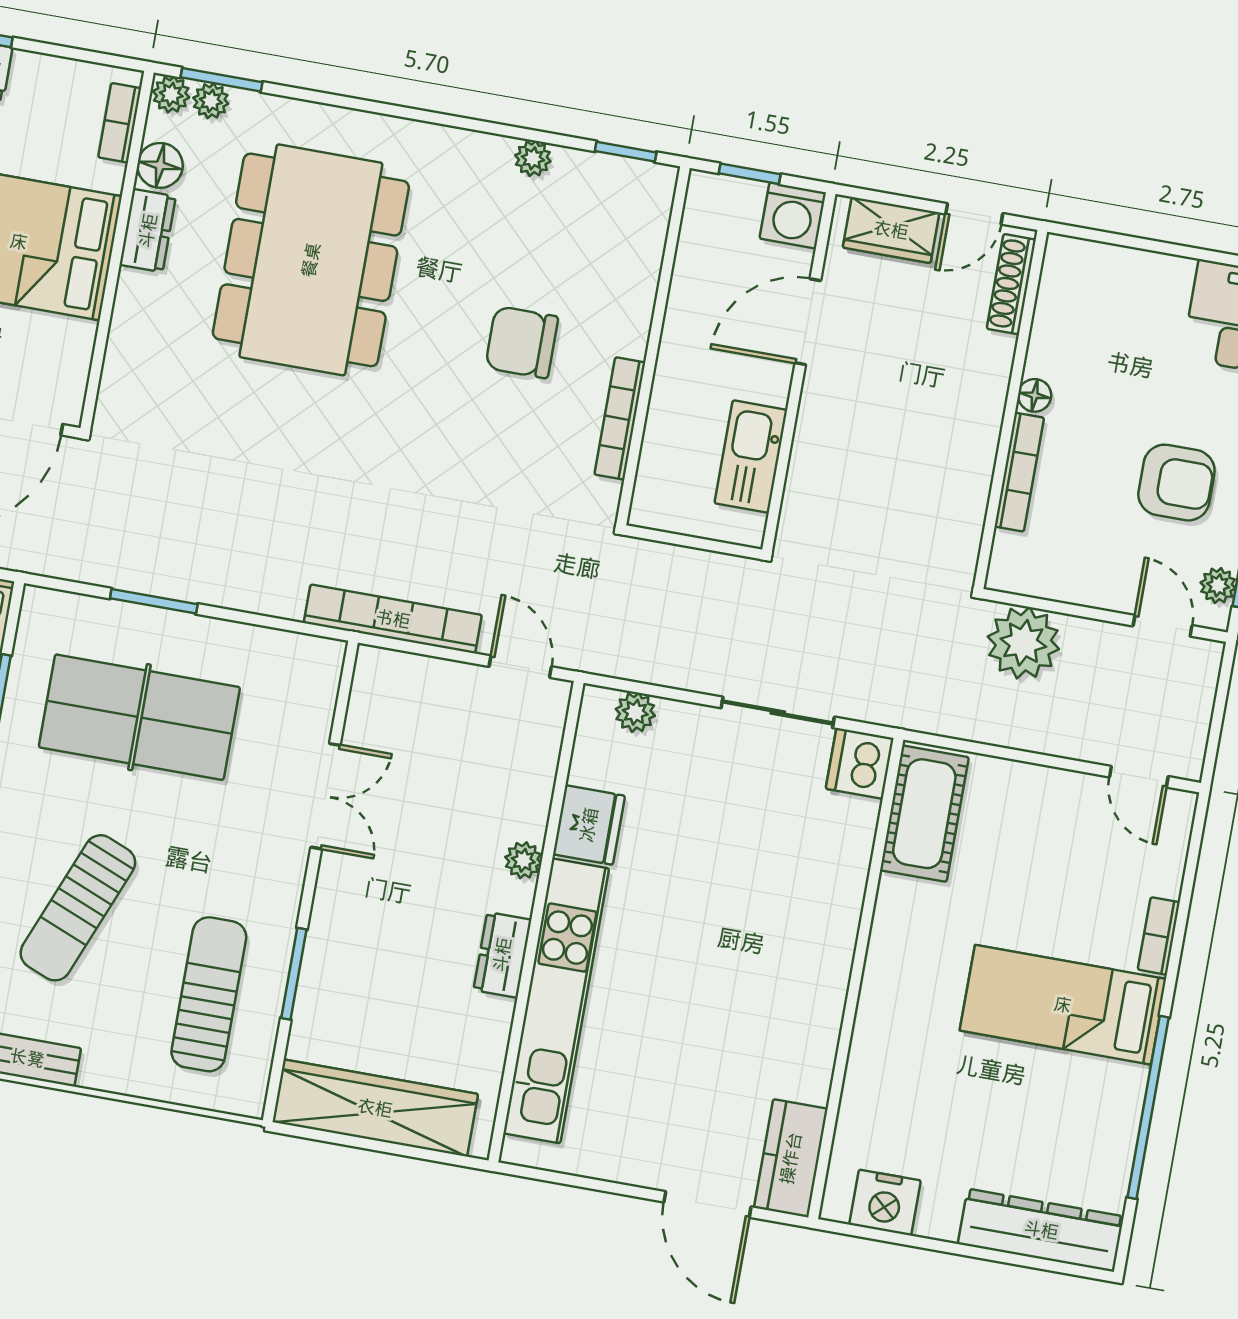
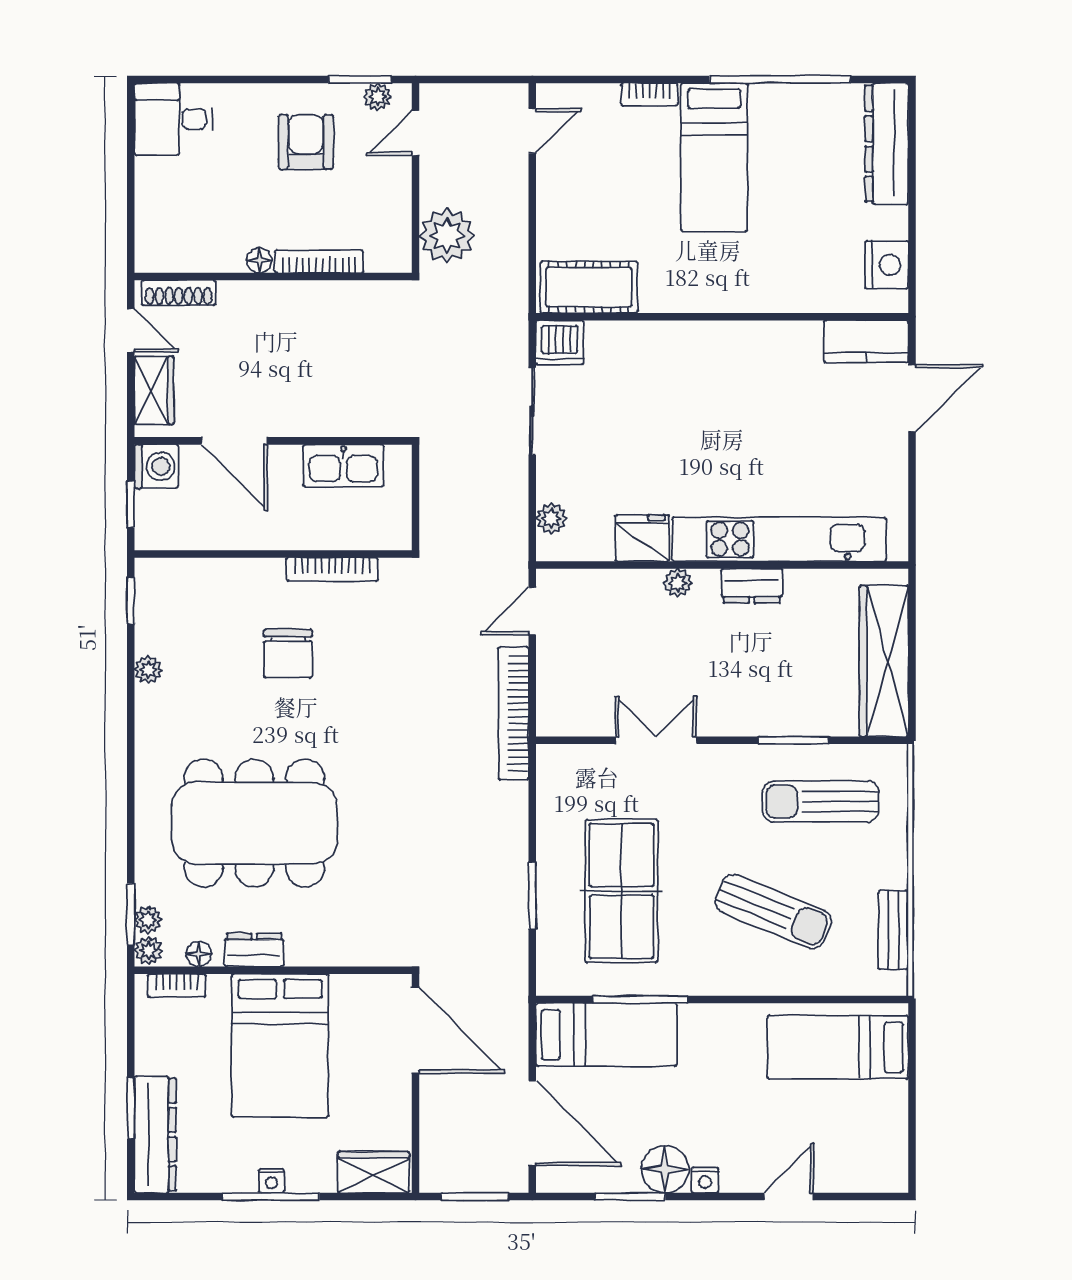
floor lamp: (160, 165) -> (199, 954), width x0.73, depth x0.73

